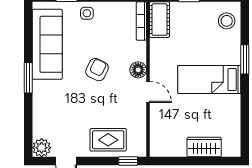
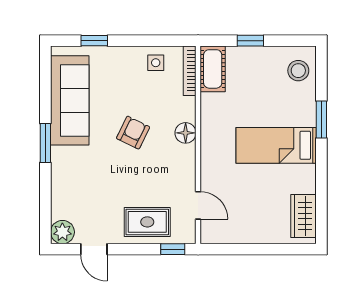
side table: (87, 13) -> (156, 63), moved
door: (148, 92) -> (198, 205), moved
wardrobe: (204, 147) -> (303, 216), moved, turned -90

